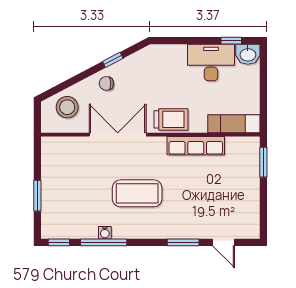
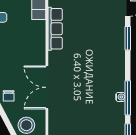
trolley: (171, 119) -> (36, 47), removed
coffee table: (137, 193) -> (91, 73), removed

